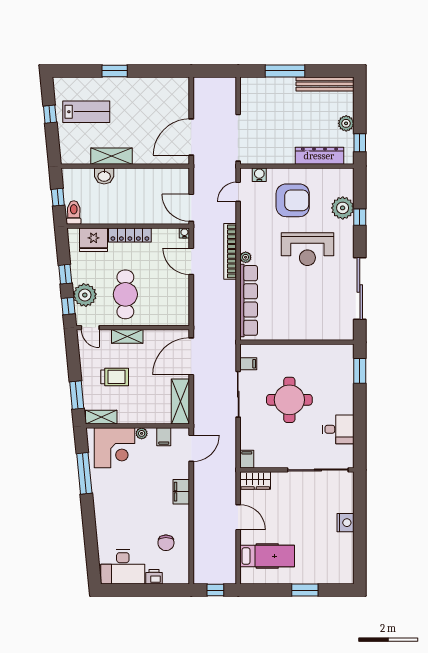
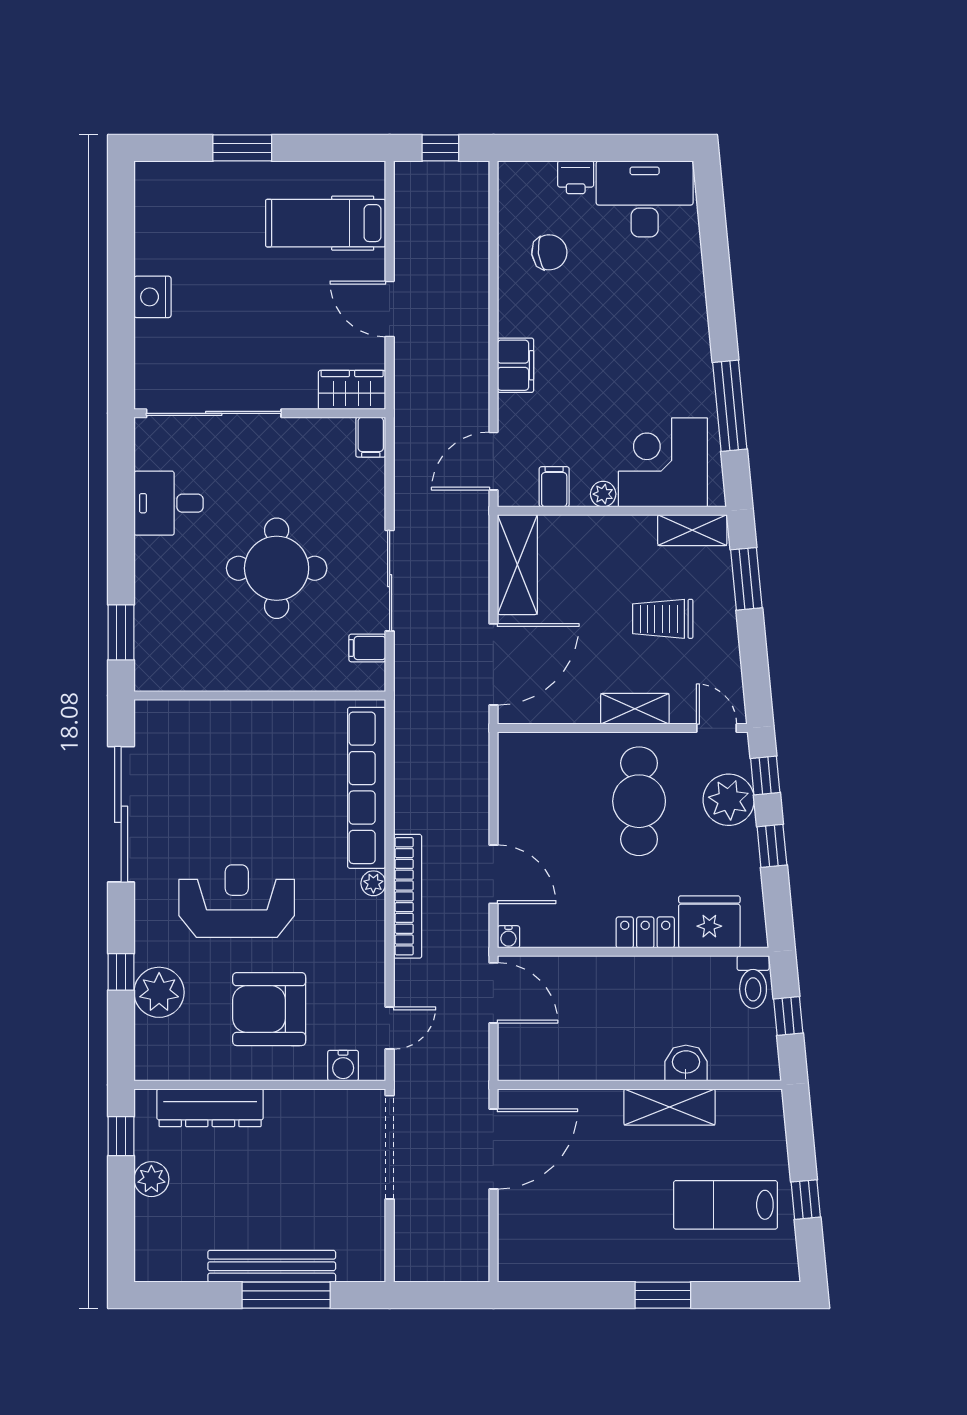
bench: (325, 84) -> (272, 1266), moved
locker: (130, 235) -> (645, 932), width x0.66
chair: (166, 543) -> (549, 252), turned 83

